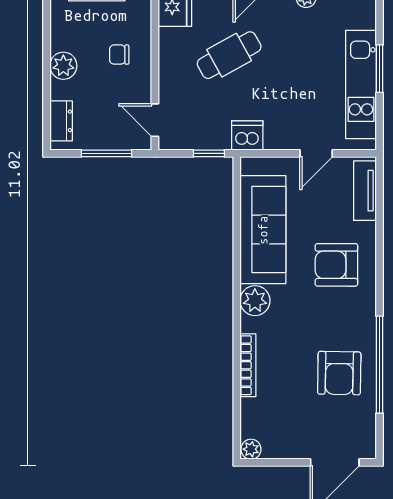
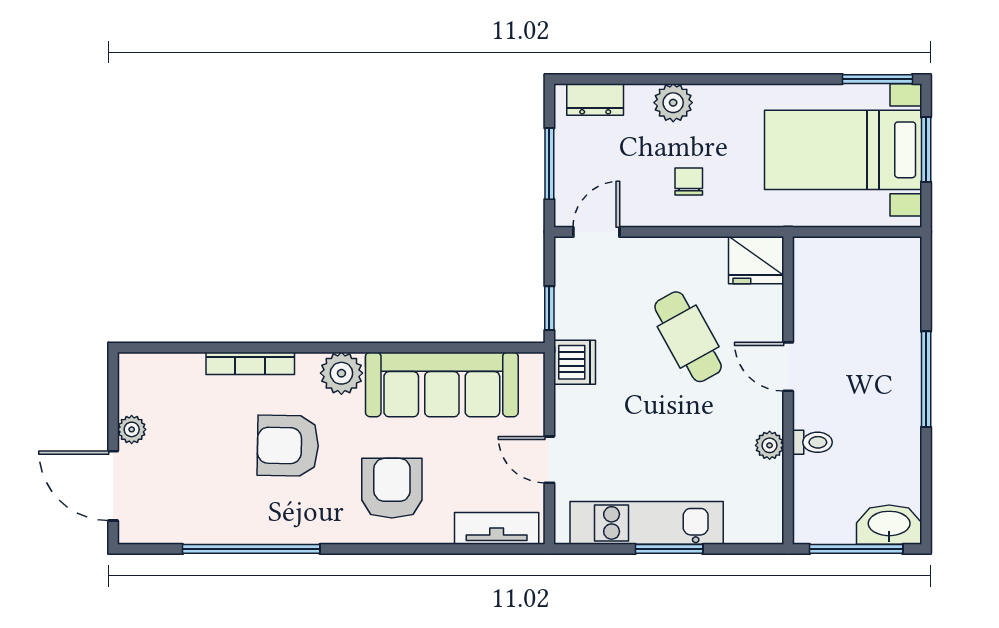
armchair: (339, 373) -> (288, 446), moved
plant: (251, 449) -> (132, 429), moved

